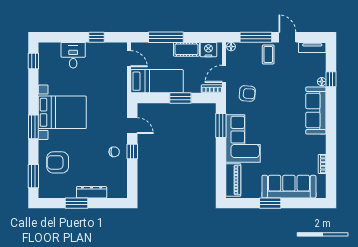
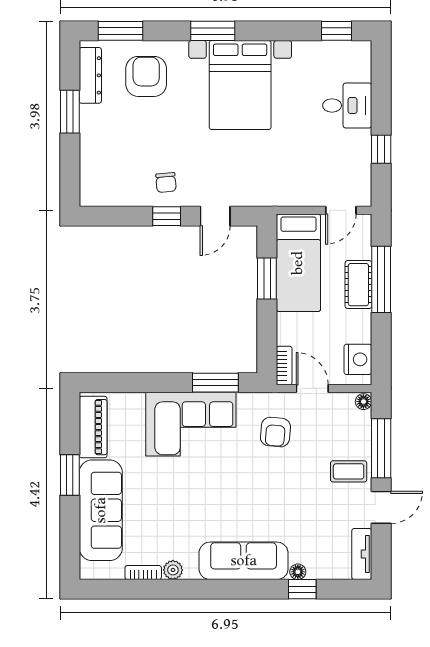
cot: (186, 49) -> (358, 285), moved
window: (180, 98) -> (267, 278), moved
plant: (321, 148) -> (173, 570), added
piano: (233, 180) -> (93, 427), moved, turned -90
dresser: (92, 192) -> (90, 75), moved

